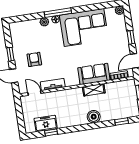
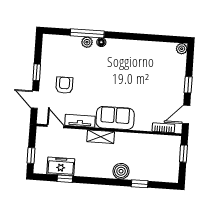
window: (58, 13) -> (87, 33), moved
corner sofa: (84, 27) -> (134, 60), removed
sofa: (94, 74) -> (115, 118), moved
shelving: (94, 90) -> (101, 137), moved
window: (21, 120) -> (31, 155), added
window: (122, 122) -> (140, 184), moved

